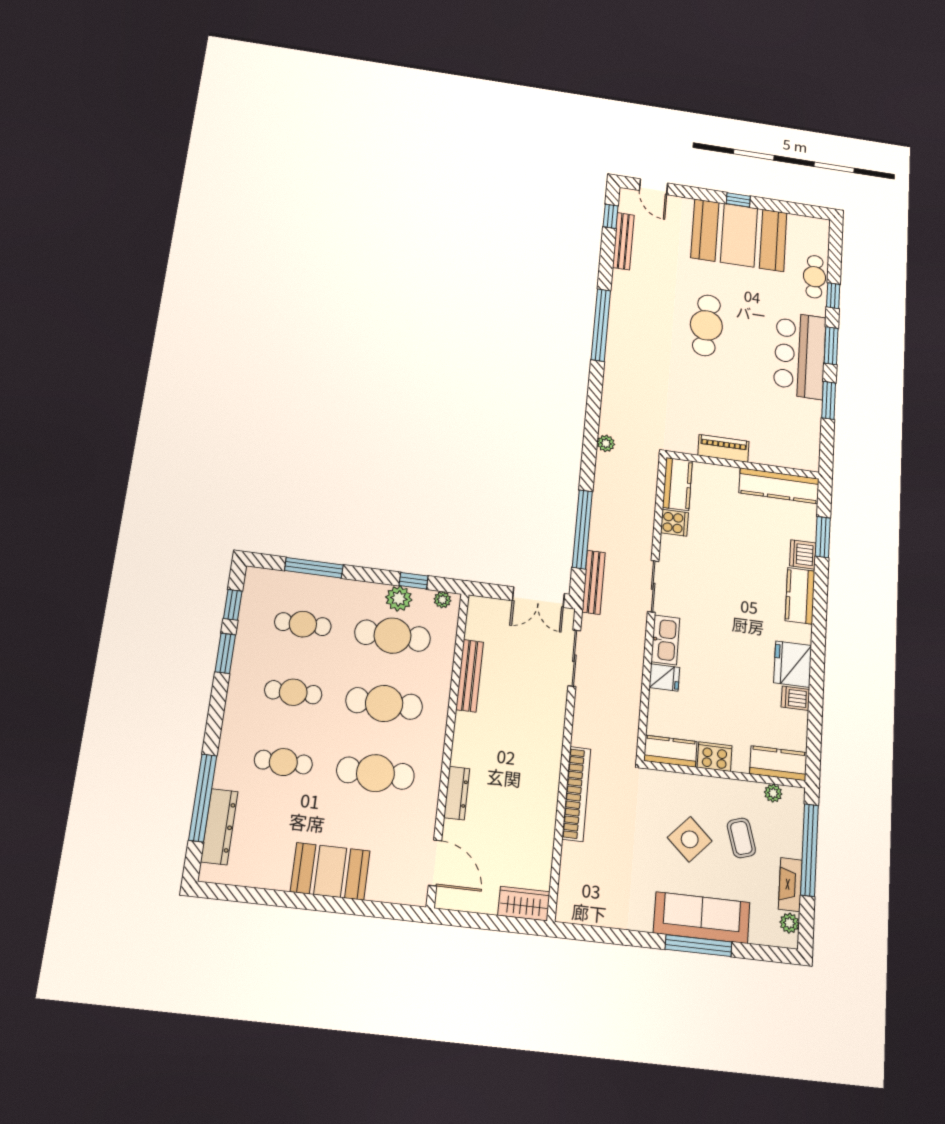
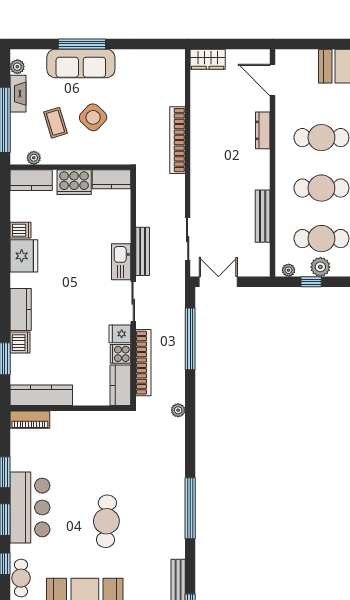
piano: (723, 448) -> (30, 420), moved
bookcase: (646, 508) -> (143, 363), added
bench: (594, 582) -> (143, 251), moved
fridge: (664, 678) -> (120, 334), moved
cooker: (715, 757) -> (74, 182), width x1.37, depth x1.31

